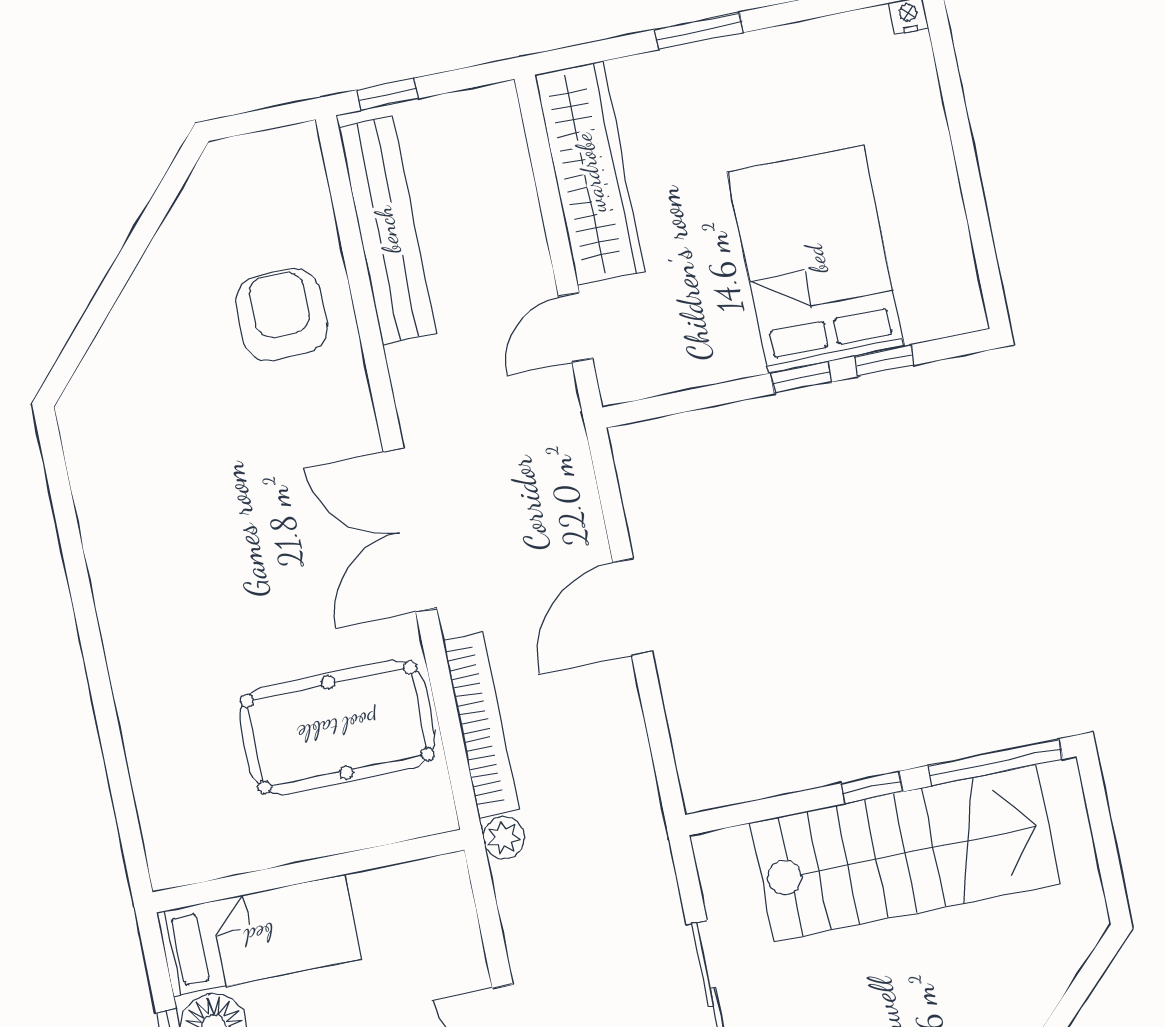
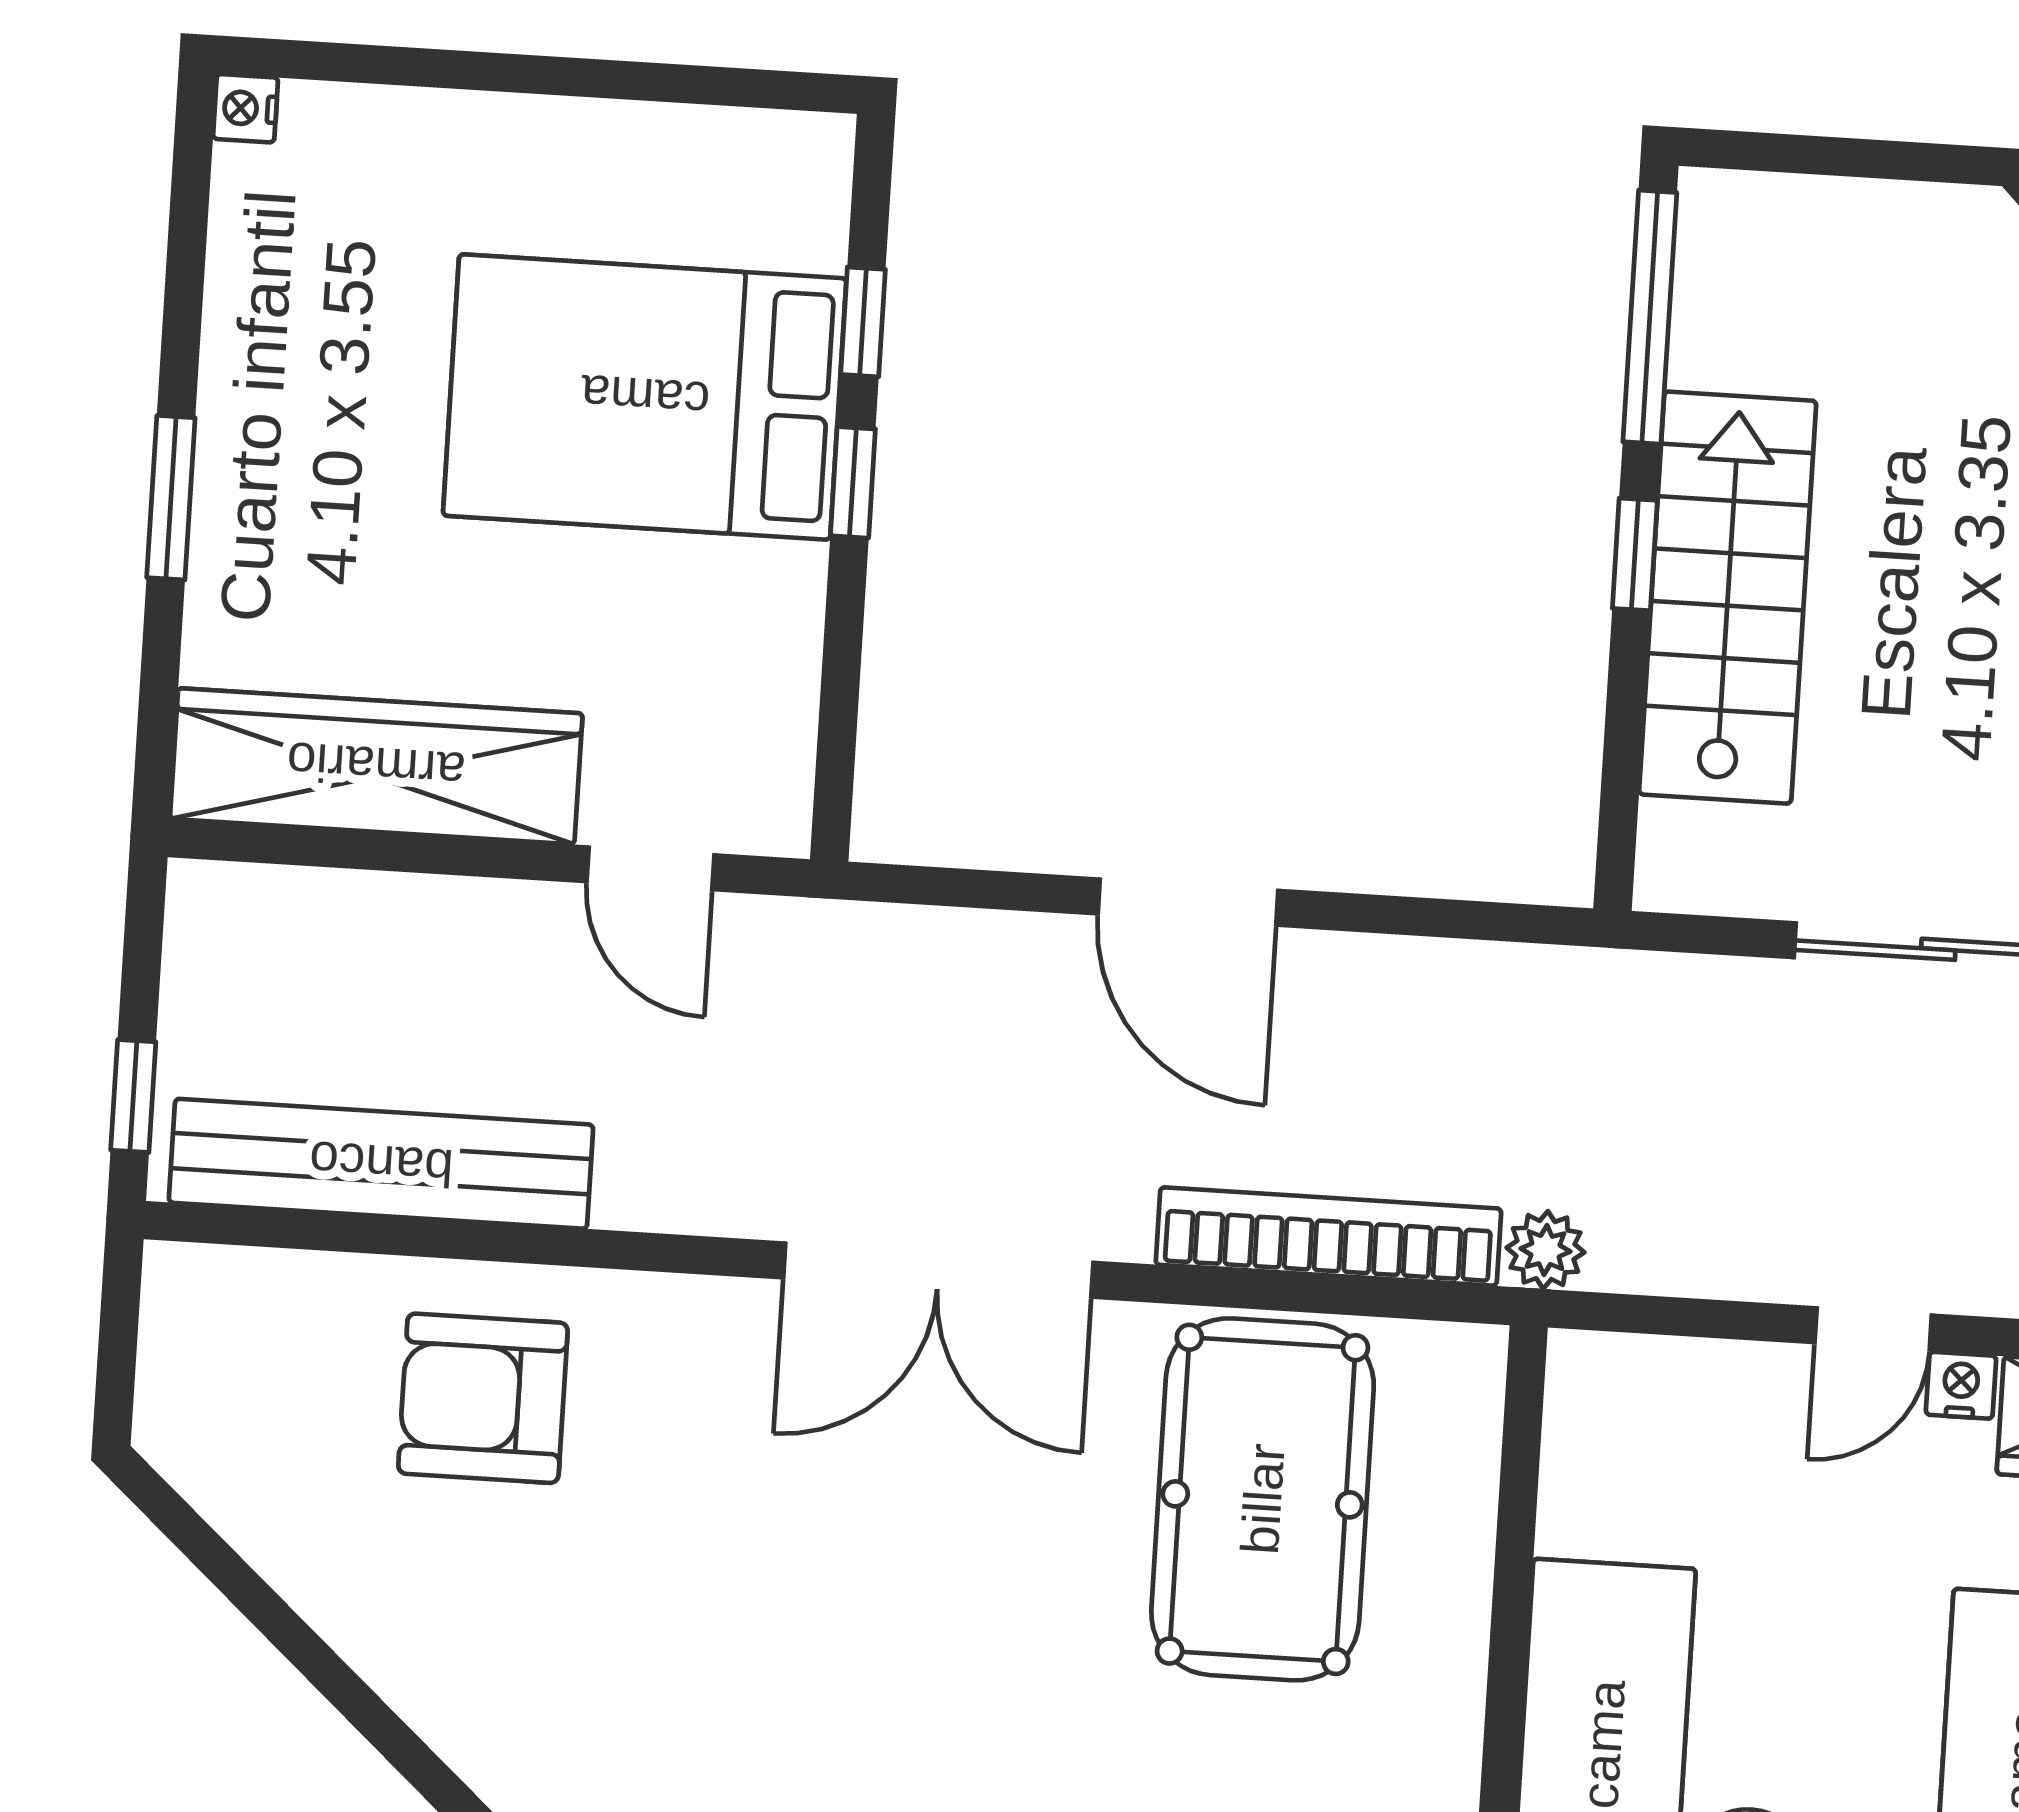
stairs: (905, 853) -> (1728, 598), width x0.73, depth x0.66

